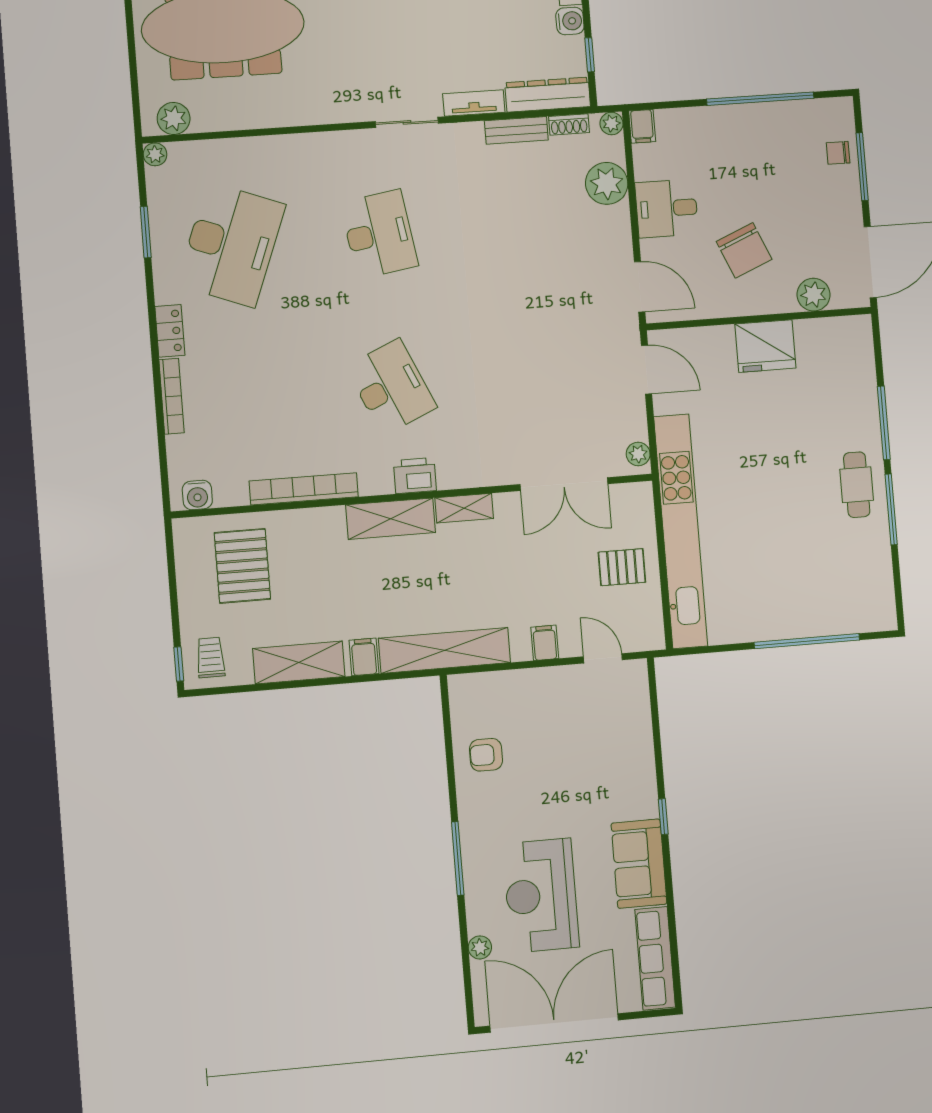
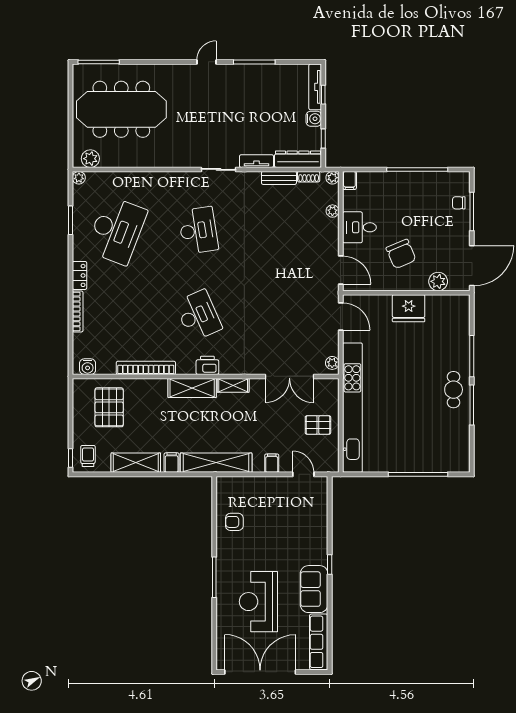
plant: (607, 183) -> (332, 211), width x0.53, depth x0.53
plant: (480, 947) -> (223, 627), removed

